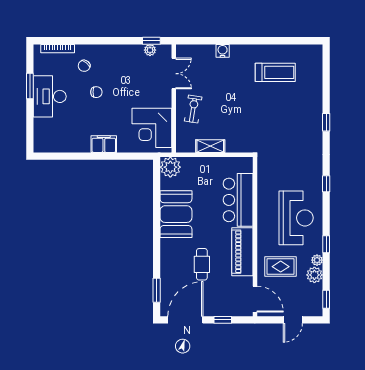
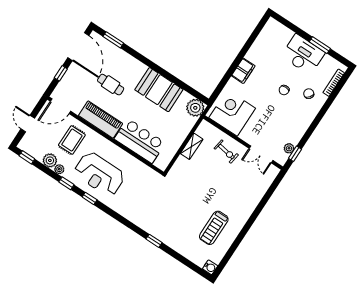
water cooler: (223, 51) -> (210, 267), moved
window: (326, 184) -> (90, 198), moved

